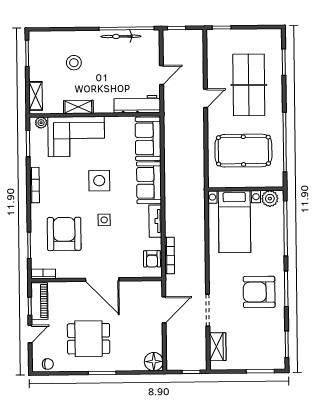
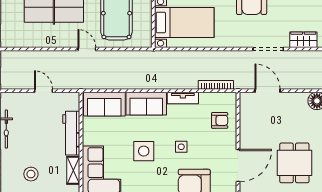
door: (205, 98) -> (87, 49), moved
workbench: (137, 104) -> (71, 133), moved
armchair: (152, 259) -> (220, 120), moved
door: (102, 280) -> (238, 166), moved

